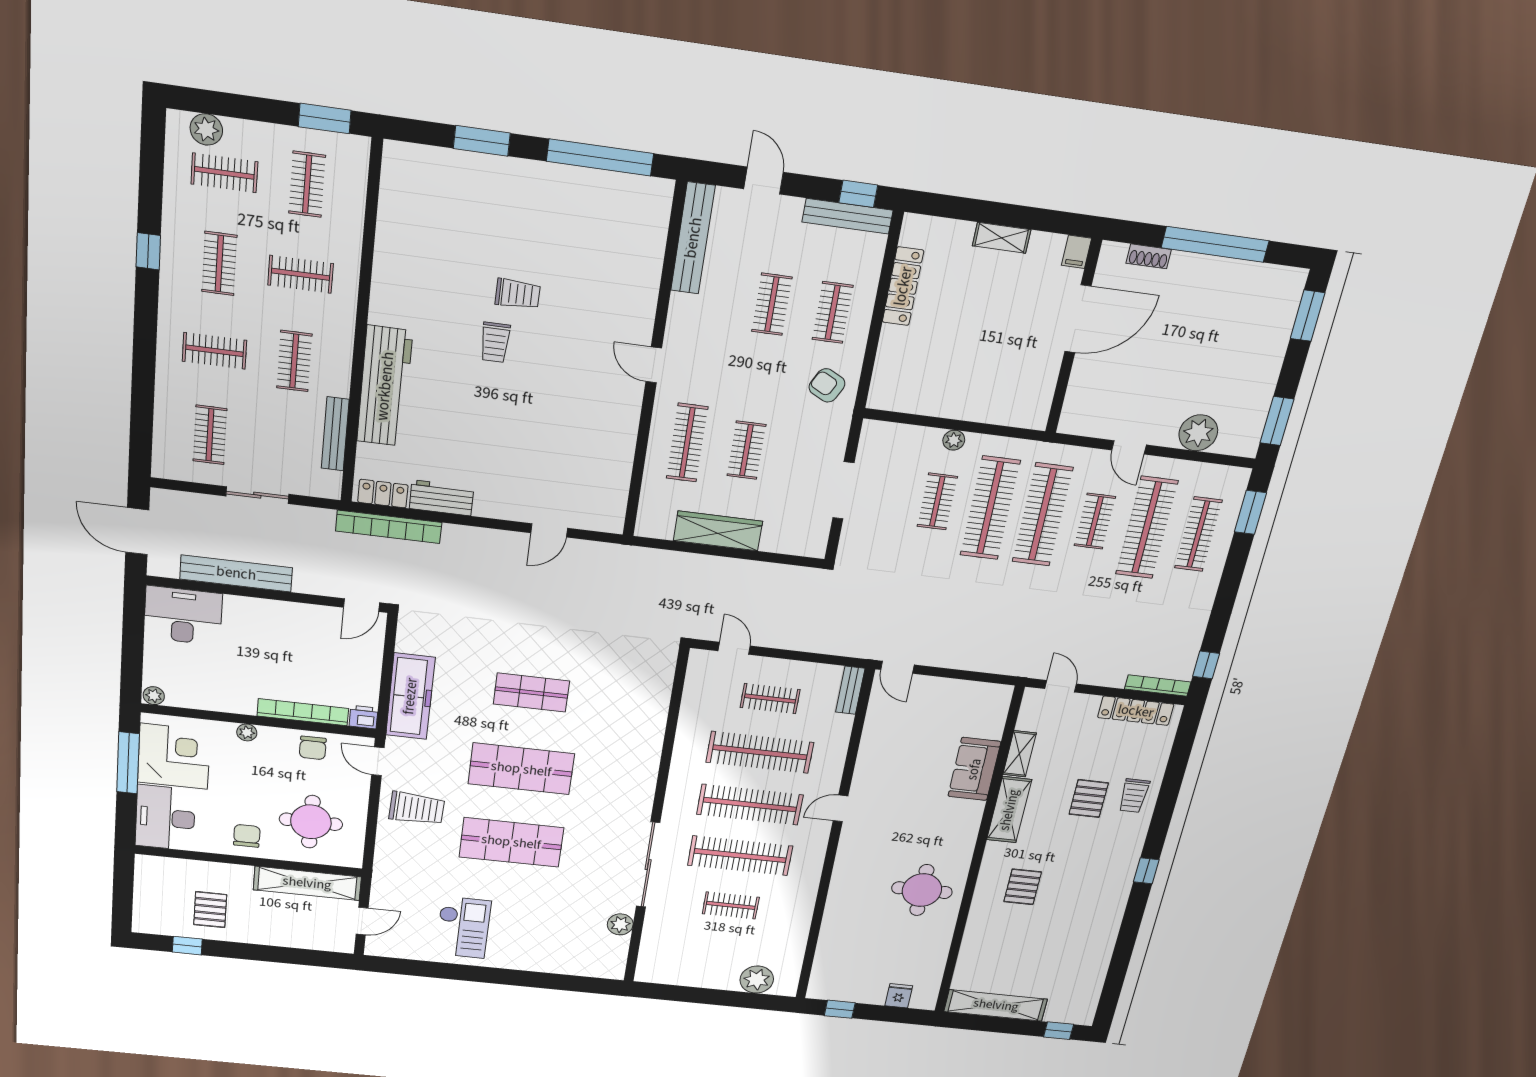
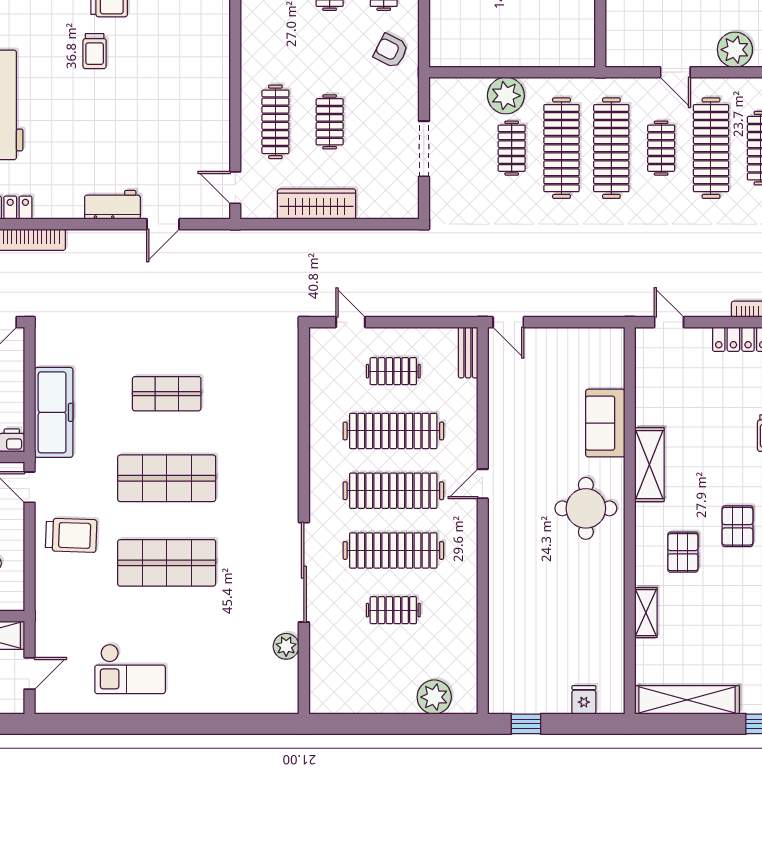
door: (654, 365) -> (235, 188), moved
plant: (954, 440) -> (506, 96), width x1.87, depth x1.87
workbench: (442, 498) -> (112, 205), moved
shelving: (1020, 754) -> (646, 613), moved
pallet: (1089, 799) -> (737, 526), moved
round table: (922, 890) -> (586, 508), moved
checkout: (463, 927) -> (130, 669), turned 90

